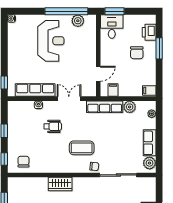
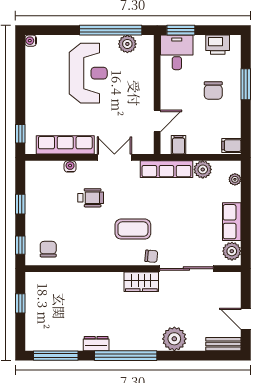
printer: (149, 32) -> (218, 45), moved, turned -90
wardrobe: (60, 184) -> (141, 282), moved

